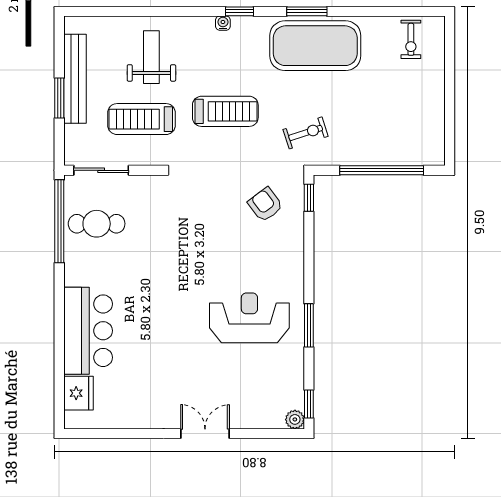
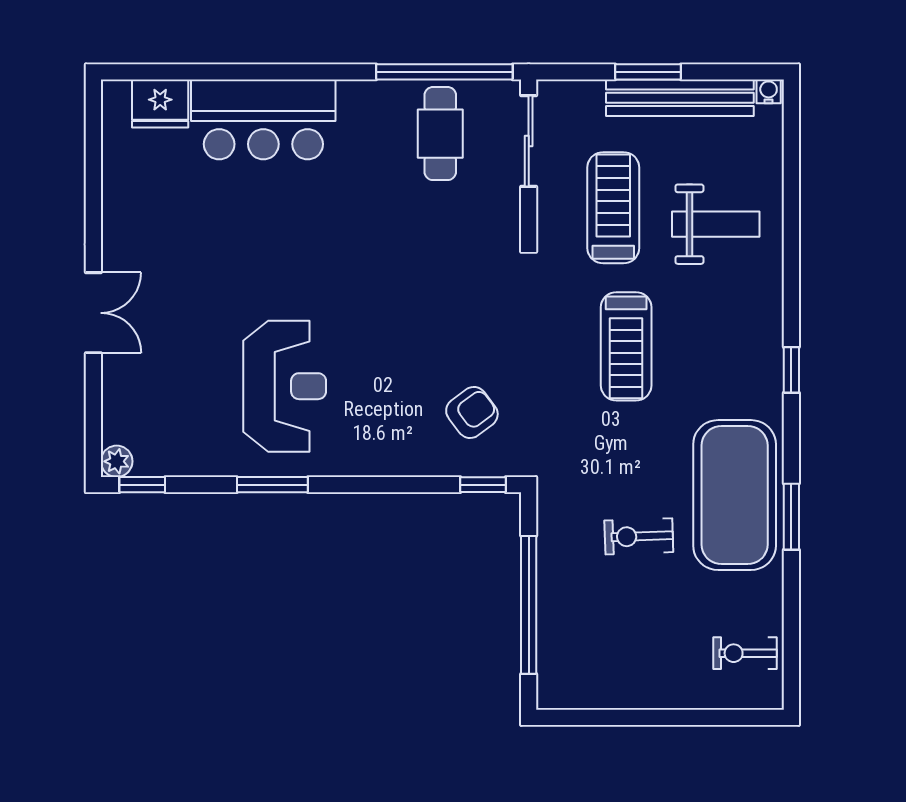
window: (307, 11) -> (791, 517), moved
water cooler: (223, 23) -> (769, 91), moved, turned -90
exercise bike: (306, 133) -> (639, 536), moved, turned 106

